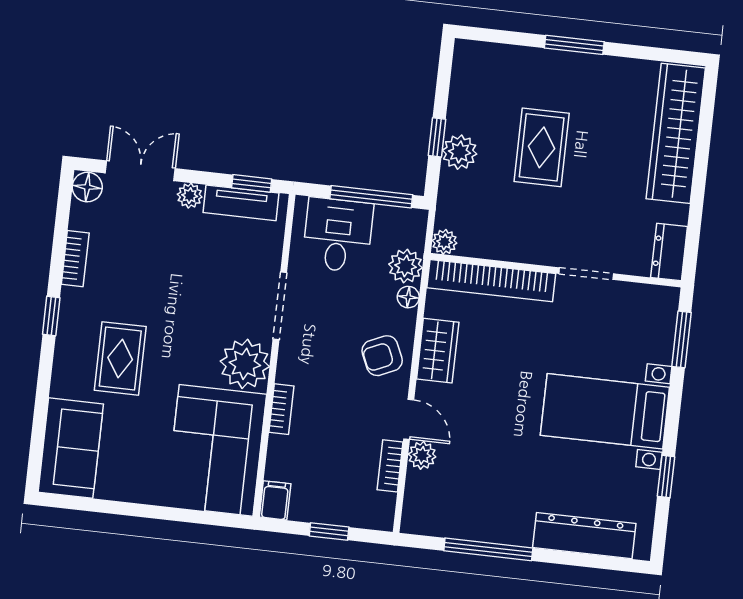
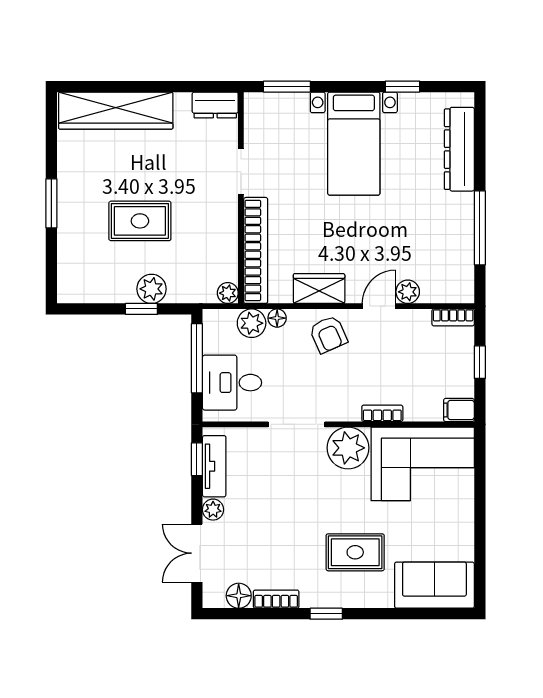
floor lamp: (87, 187) -> (239, 596), moved
bookcase: (390, 466) -> (453, 317), moved

